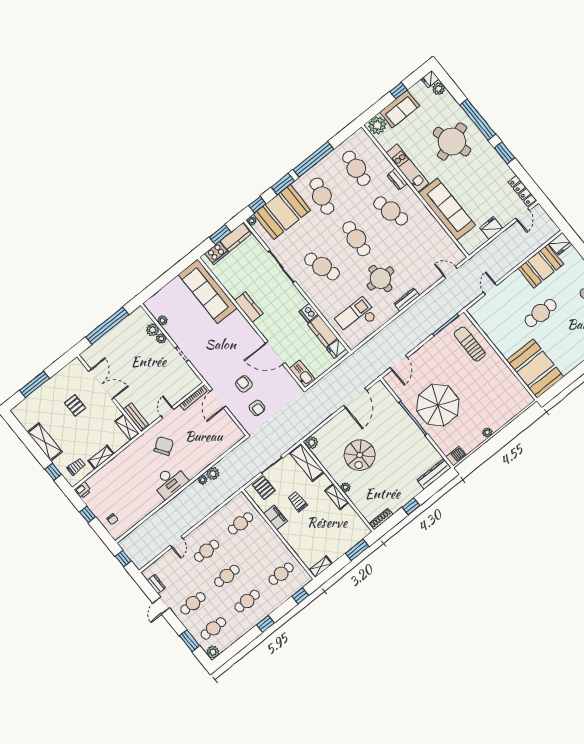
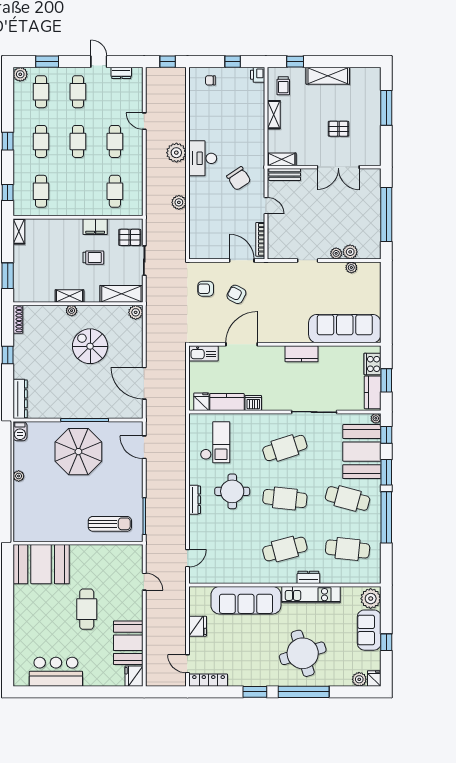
armchair: (244, 384) -> (236, 294), turned -152
plant: (203, 480) -> (176, 153), moved, width x1.88, depth x1.88

